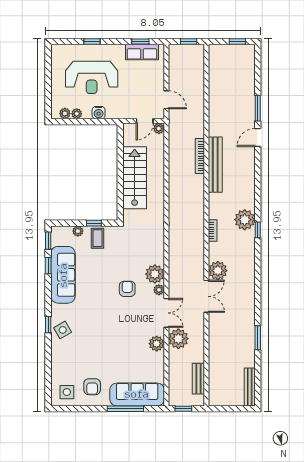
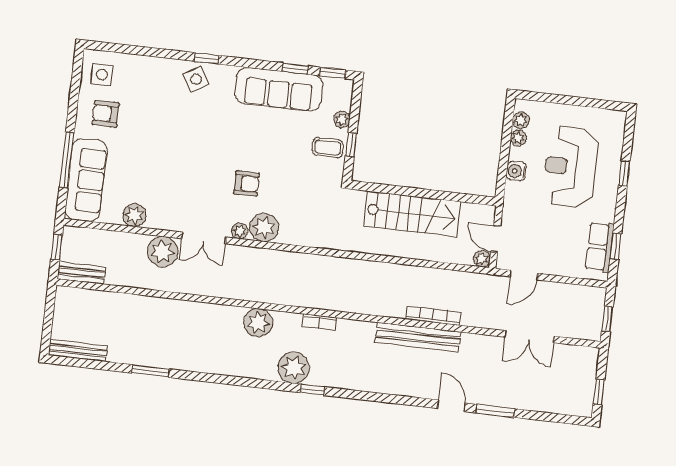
plant: (245, 220) -> (294, 368), moved
double door: (206, 296) -> (529, 337), moved
plant: (157, 344) -> (134, 215), moved
bench: (198, 379) -> (81, 273), moved

